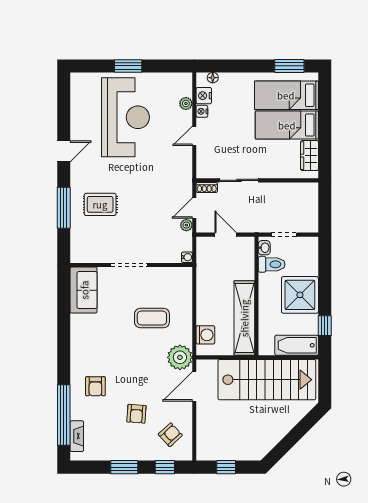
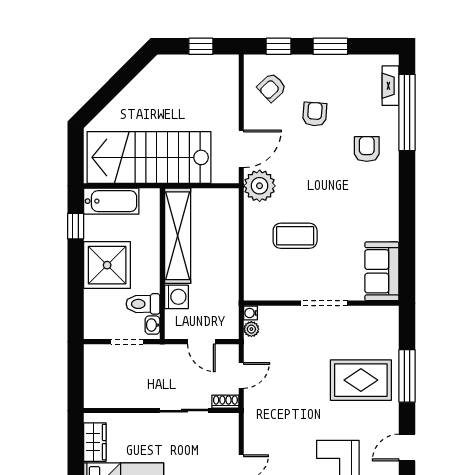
rug: (100, 204) -> (361, 380), width x1.36, depth x1.43
plant: (186, 225) -> (251, 329), moved
washing machine: (205, 335) -> (177, 297), moved, turned 180

